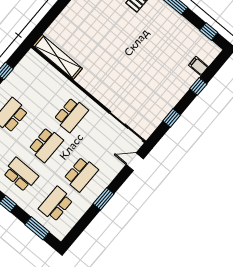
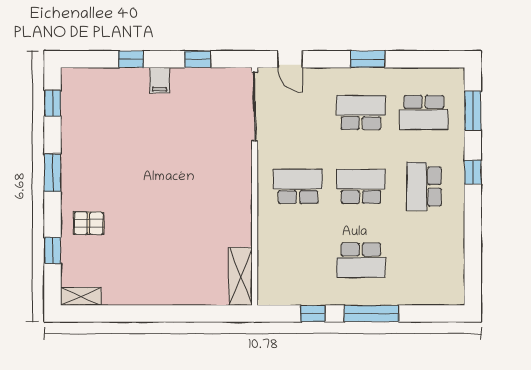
shelving: (58, 57) -> (241, 276), width x0.68
filing cabinet: (198, 66) -> (160, 80), moved

